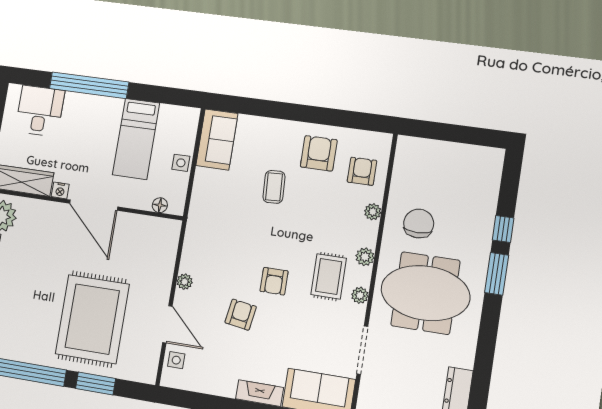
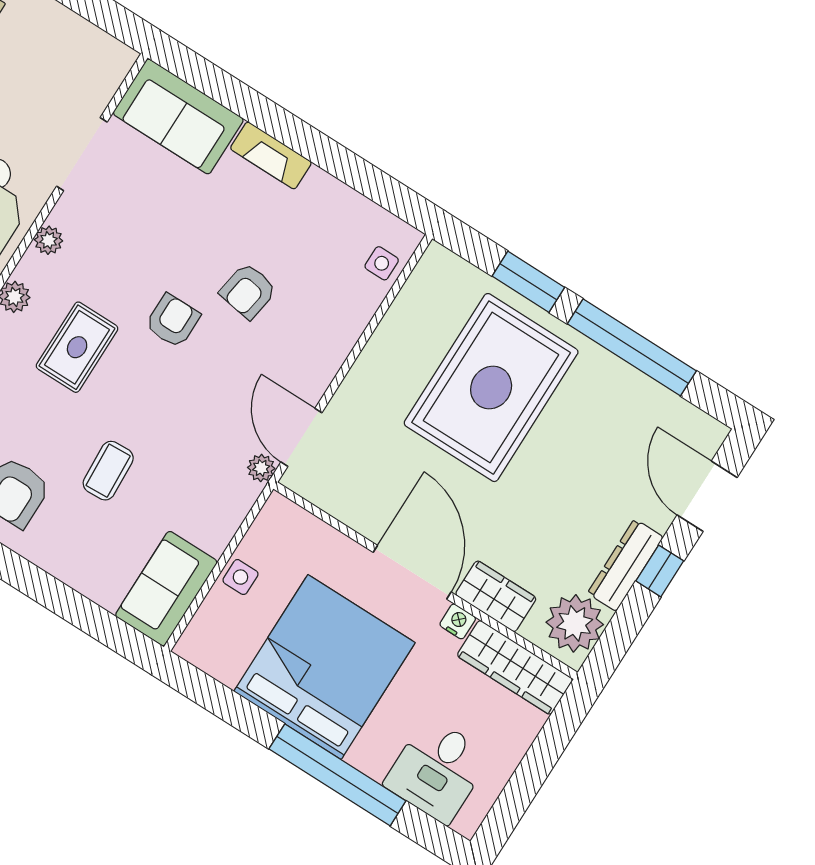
bed: (136, 139) -> (325, 667), width x2.04
floor lamp: (160, 205) -> (304, 523), removed
wardrobe: (46, 212) -> (496, 596), added
rug: (329, 276) -> (77, 347), moved
plant: (185, 282) -> (261, 468), moved
door: (167, 324) -> (301, 437), moved

